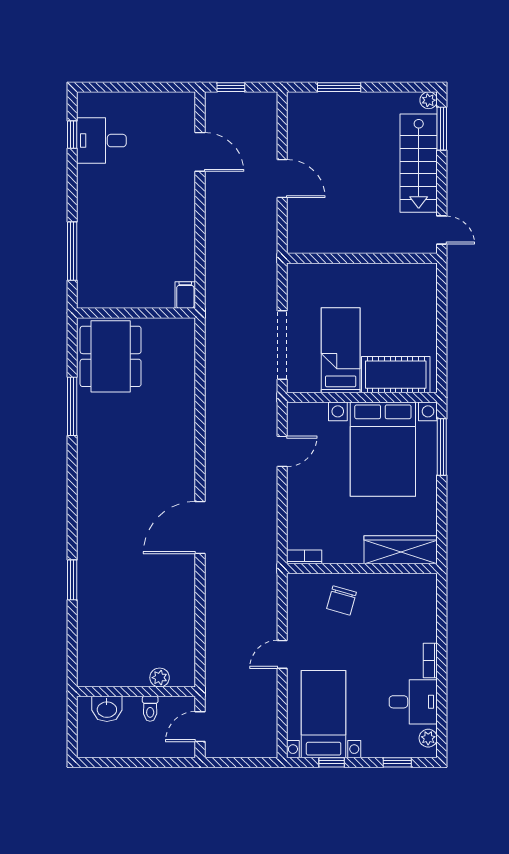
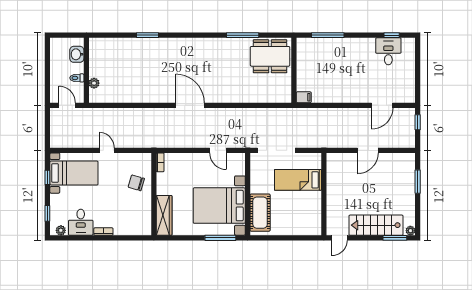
bed: (341, 350) -> (298, 180), moved, turned 180
door: (200, 528) -> (190, 105), moved

